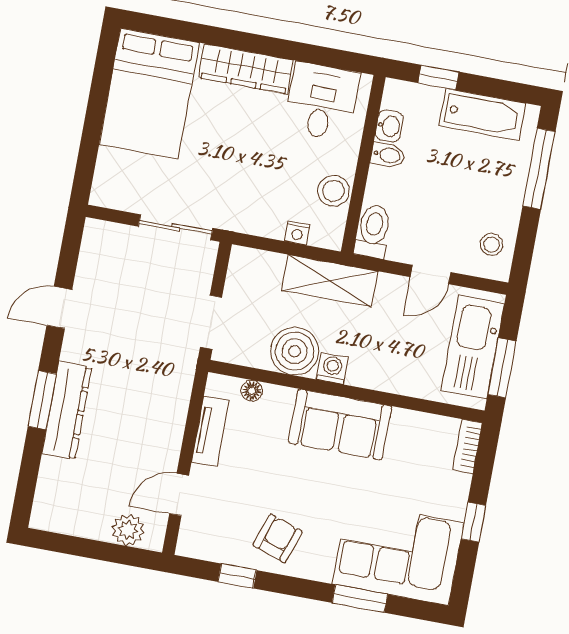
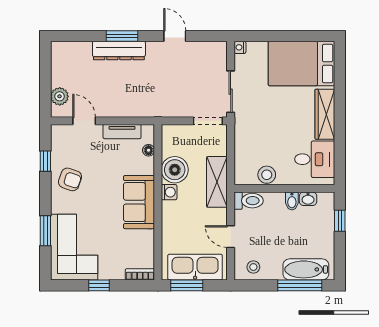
bathtub: (483, 115) -> (306, 269), moved, turned 90
nightstand: (297, 233) -> (240, 47), moved
doorway: (211, 322) -> (208, 121), moved

